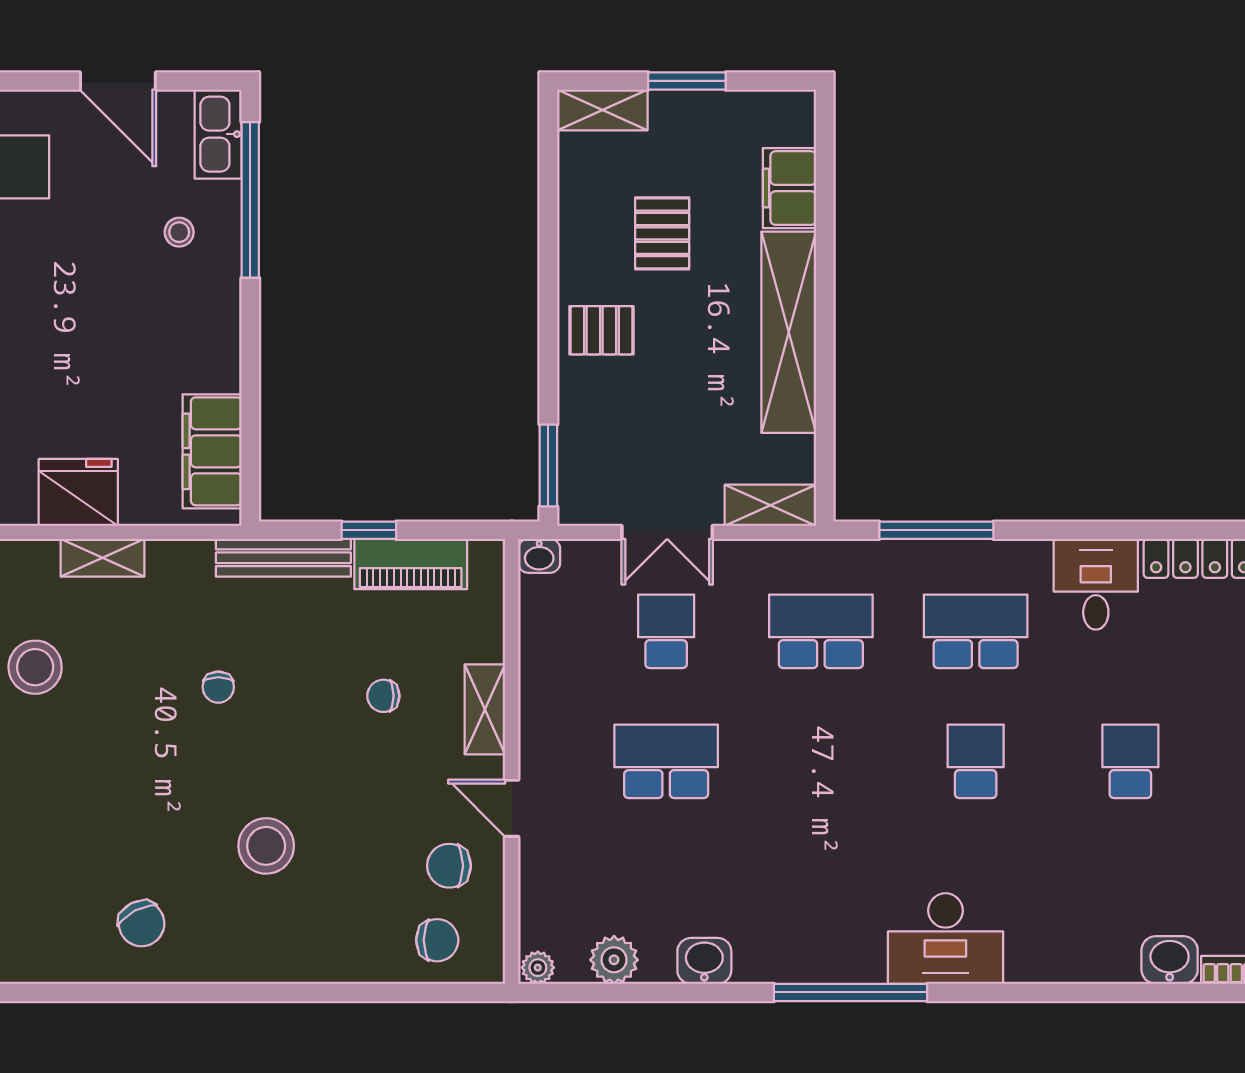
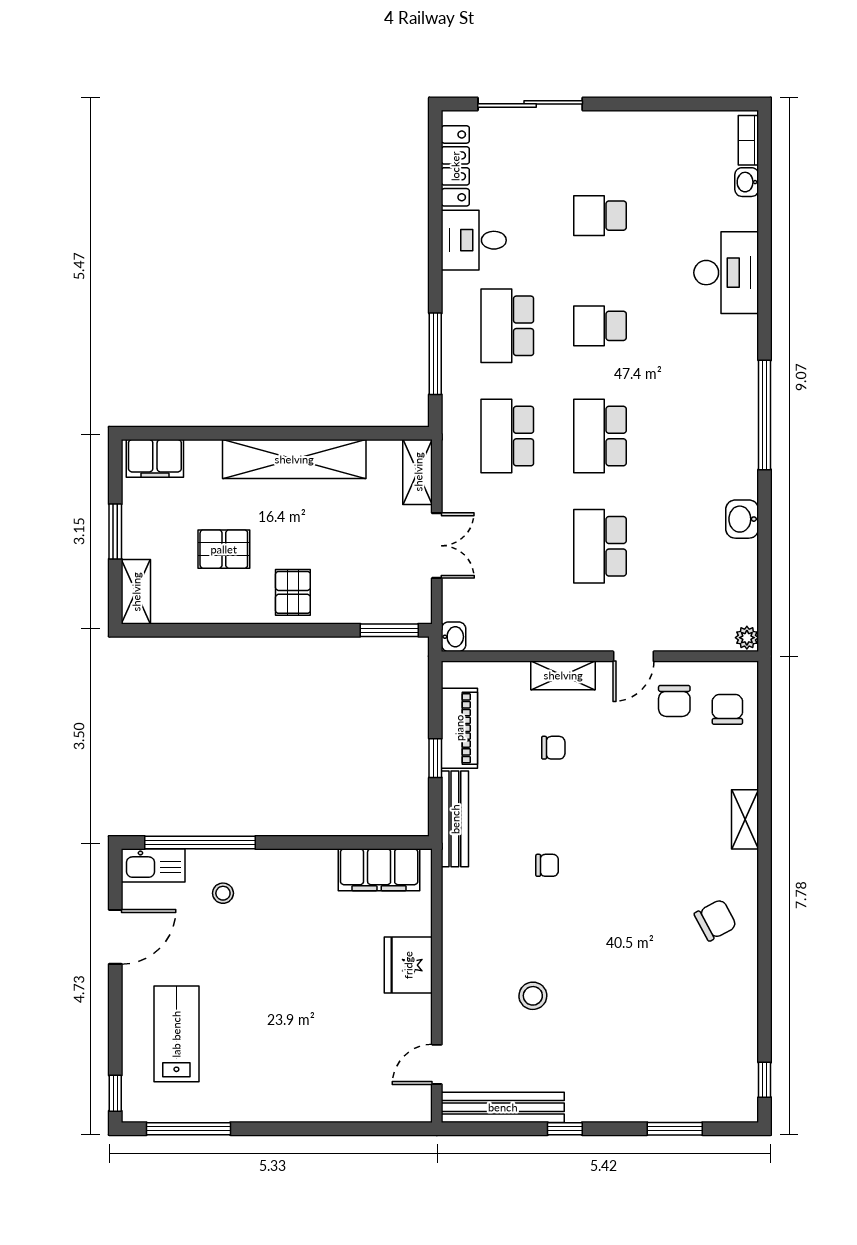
filing cabinet: (790, 188) -> (155, 458), moved
shelving: (103, 558) -> (745, 819), moved
school desk: (666, 631) -> (600, 436), moved, width x1.85
stool: (35, 667) -> (533, 996), width x0.73, depth x0.73
chair: (383, 696) -> (553, 748), turned -90
stool: (266, 846) -> (660, 831), removed
desk: (945, 939) -> (726, 273), moved
plant: (614, 960) -> (741, 583), removed
washbasin: (1170, 960) -> (747, 182), width x0.72, depth x0.69

